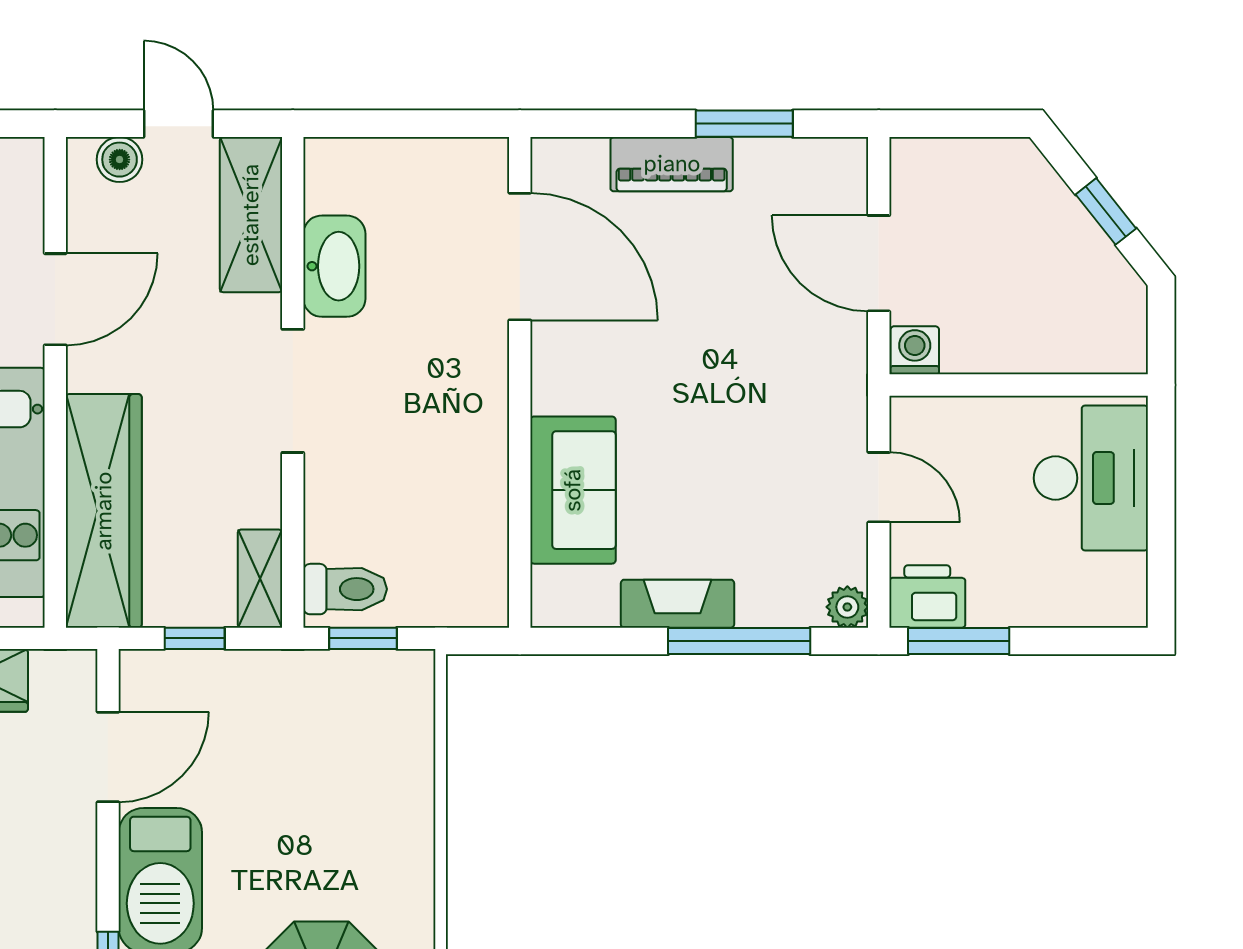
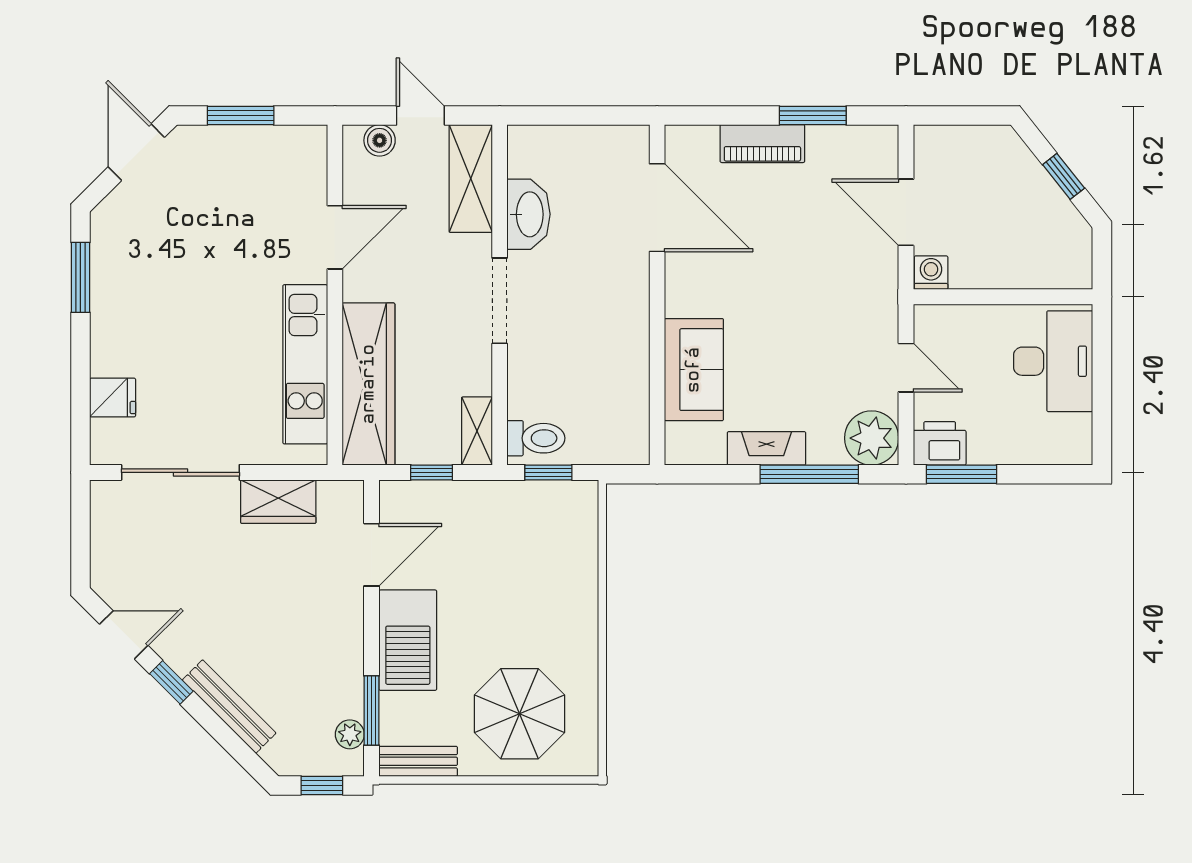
plant: (847, 607) -> (872, 438), width x1.87, depth x1.87

